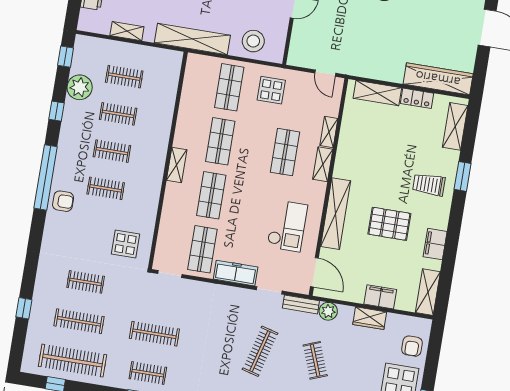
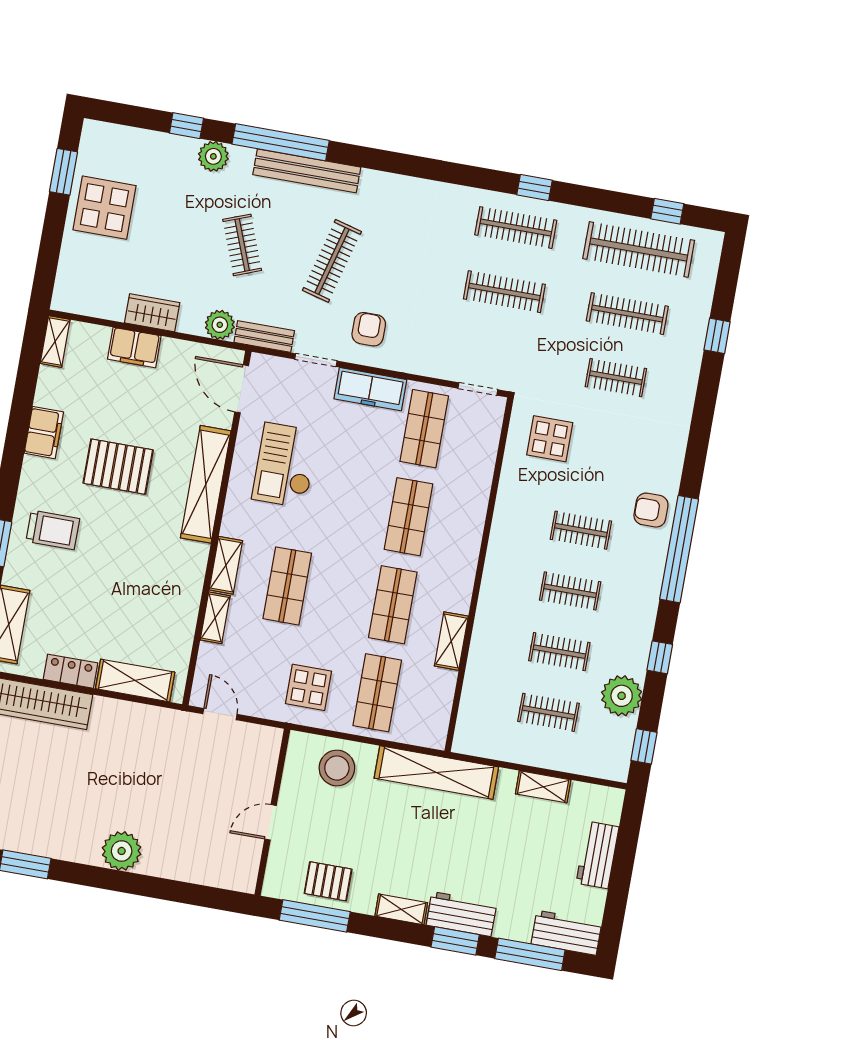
shelving: (177, 165) -> (451, 641), moved
shelving: (428, 292) -> (55, 341), width x0.67, depth x0.75
armchair: (412, 346) -> (369, 329), moved
clothes rail: (148, 373) -> (516, 228), width x1.36

